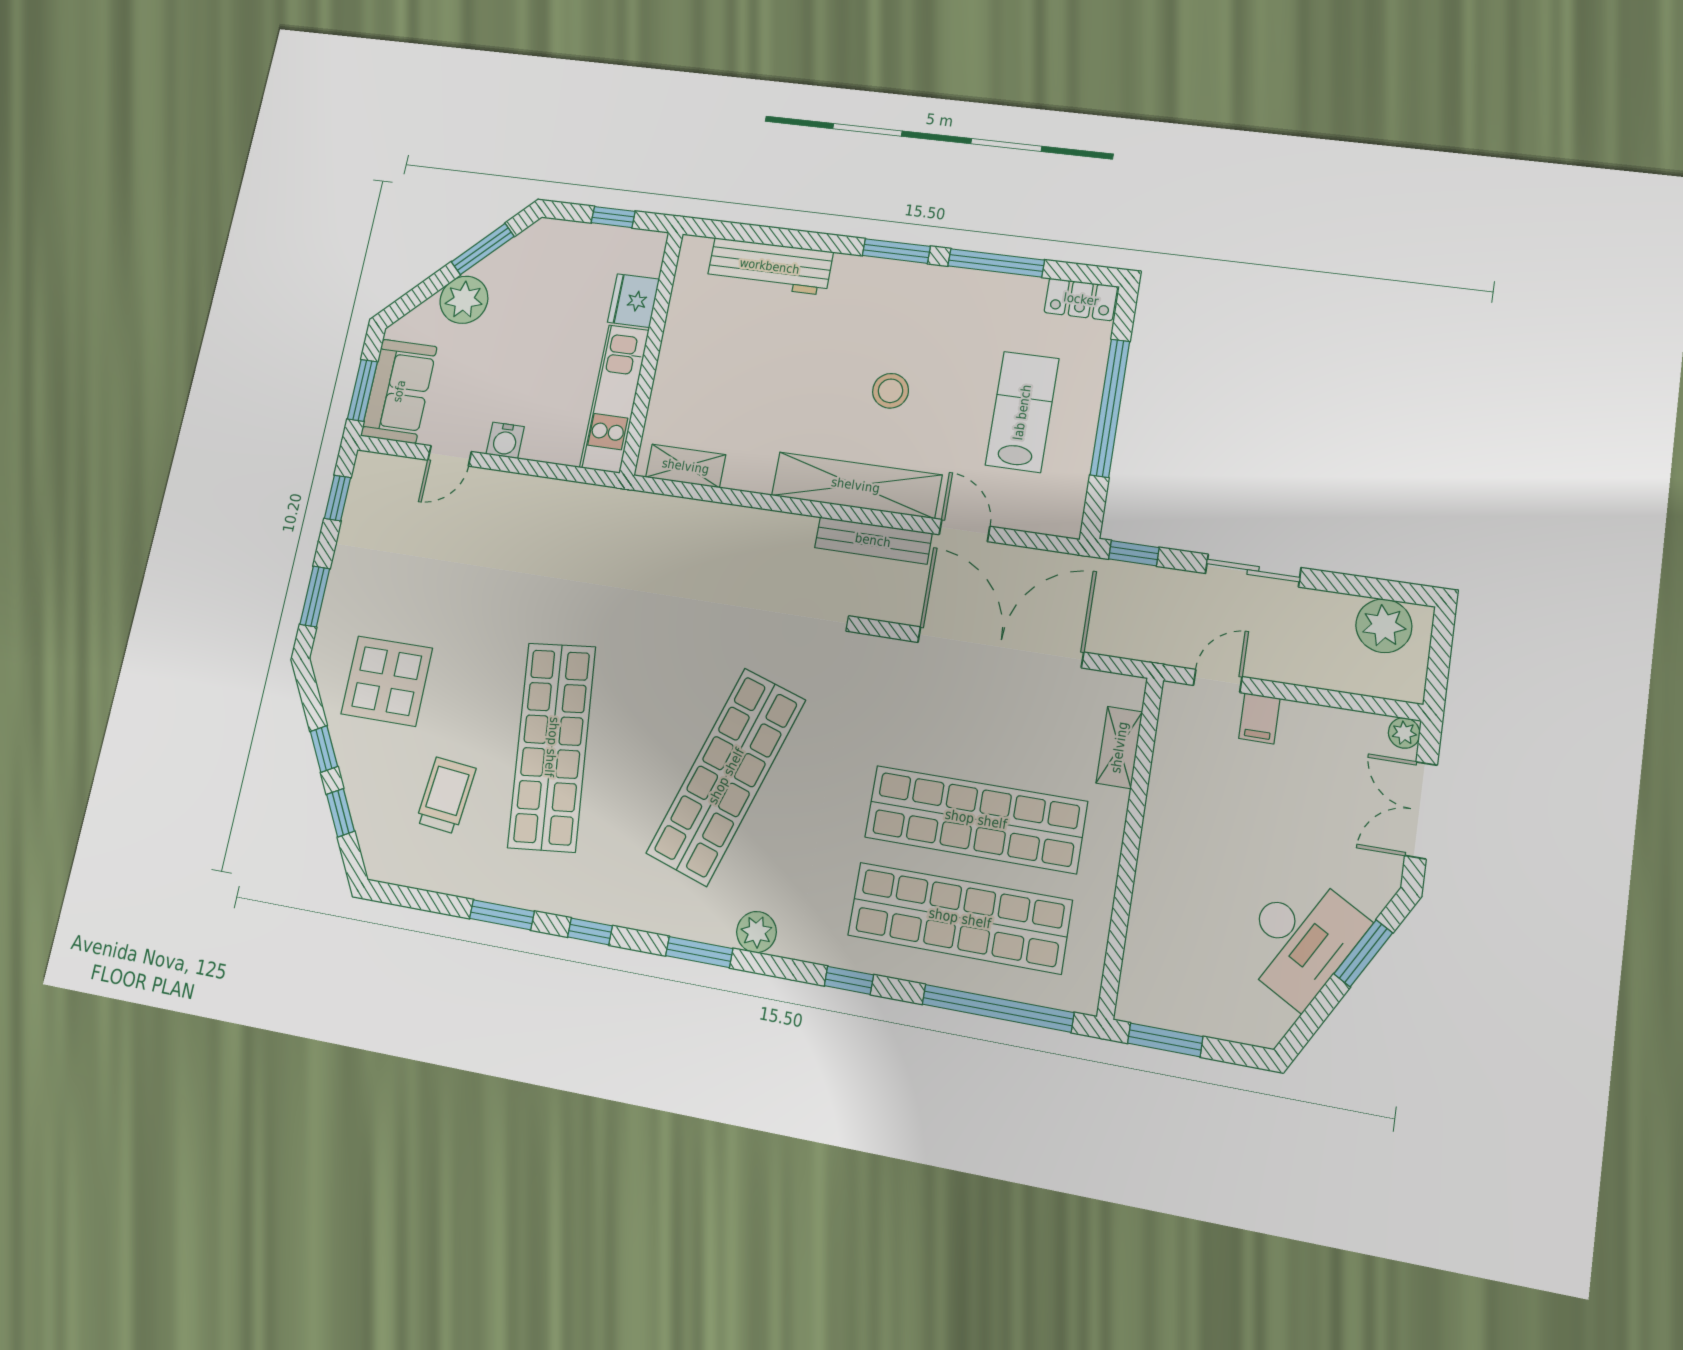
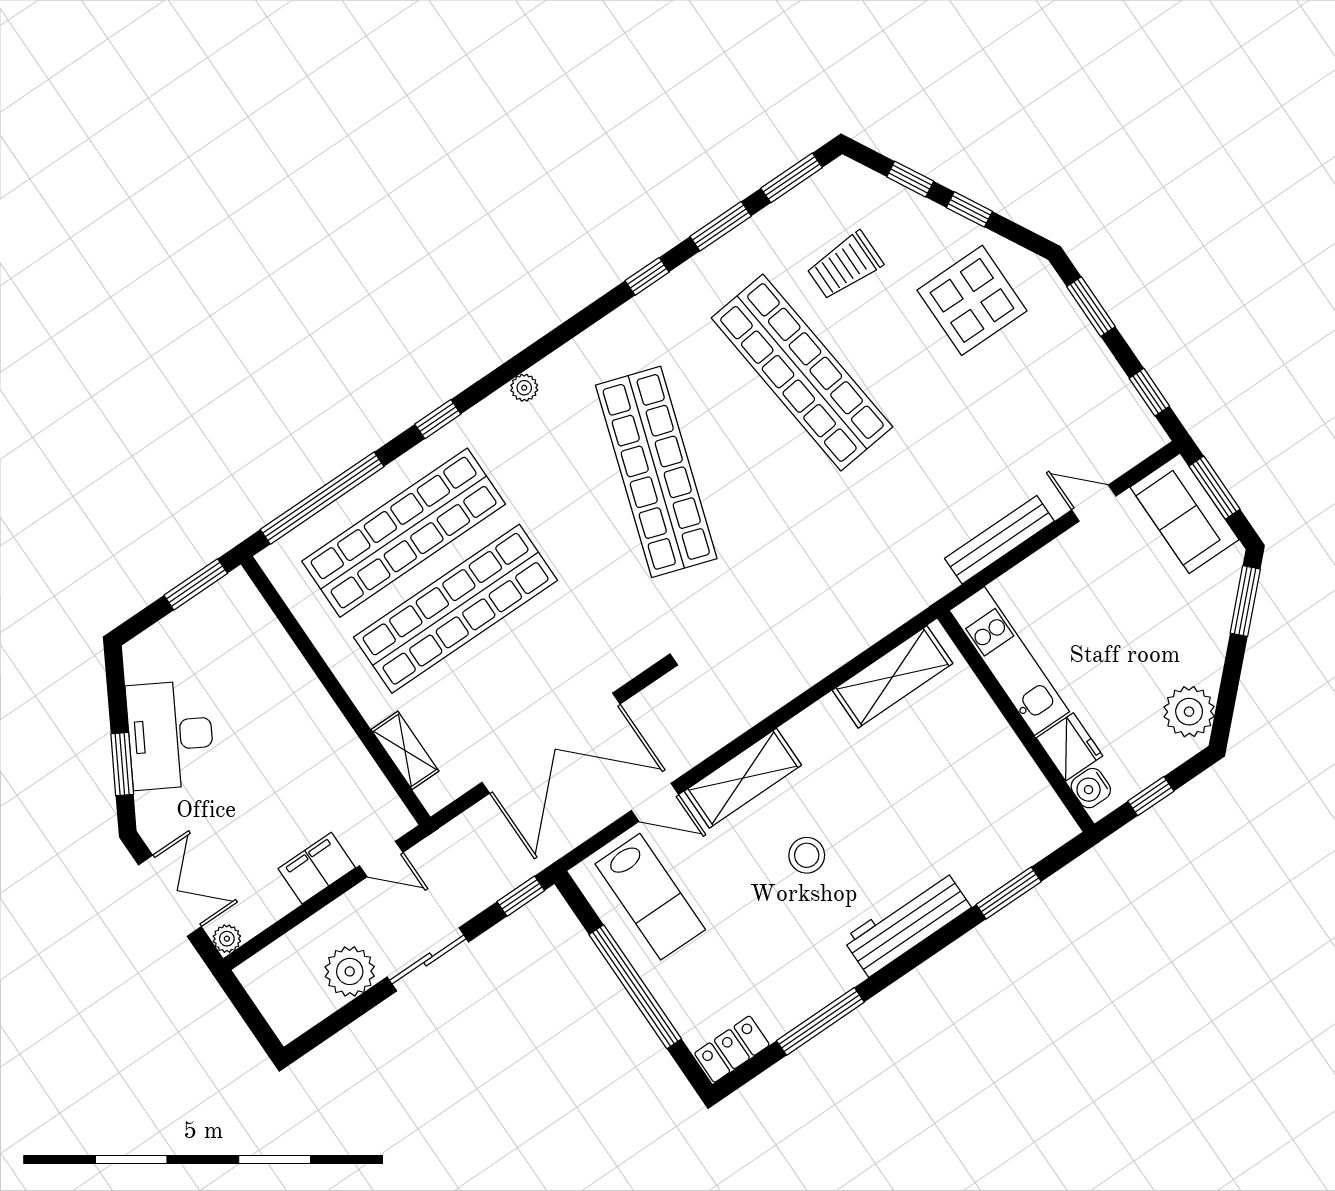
window: (483, 249) -> (1245, 601), moved
window: (896, 251) -> (1009, 893), moved
workbench: (770, 266) -> (907, 923), moved
plant: (464, 300) -> (1189, 712), moved
lab bench: (1022, 412) -> (650, 897), moved
water cooler: (505, 440) -> (1091, 788), moved, turned -90
door: (450, 456) -> (1094, 503), hinge flipped
shelving: (686, 466) -> (893, 677), width x1.50, depth x1.33
shelving: (856, 485) -> (743, 778), width x0.68
bench: (873, 540) -> (999, 540), moved
plant: (1384, 626) -> (350, 971), moved
door: (1218, 681) -> (381, 859), hinge flipped
filing cabinet: (1259, 718) -> (317, 868), width x2.00
trolley: (446, 795) -> (845, 266), turned 84
plant: (756, 932) -> (524, 388), width x0.73, depth x0.73
window: (699, 952) -> (792, 178), moved

